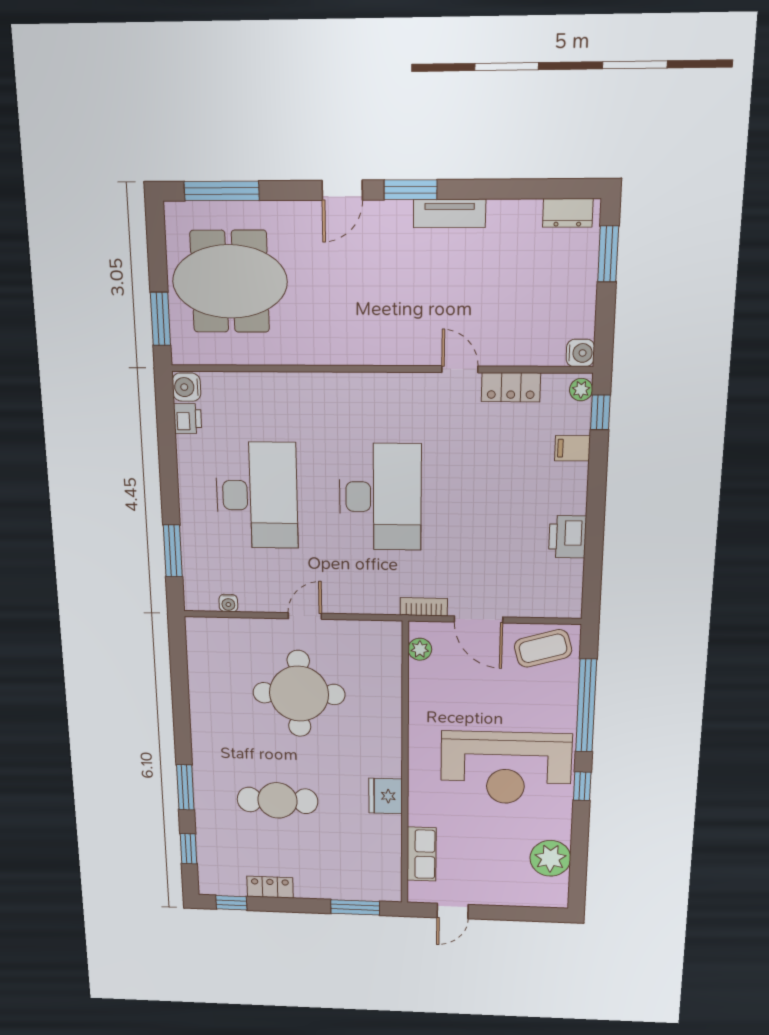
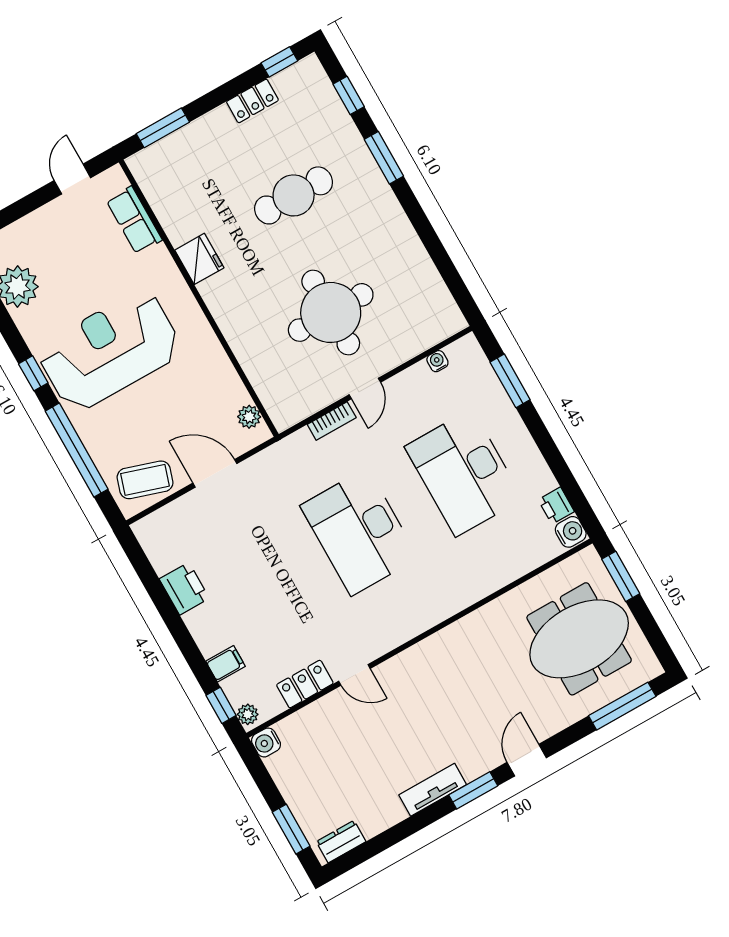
bookcase: (424, 607) -> (332, 421), moved
coffee table: (543, 648) -> (145, 480), turned 34

